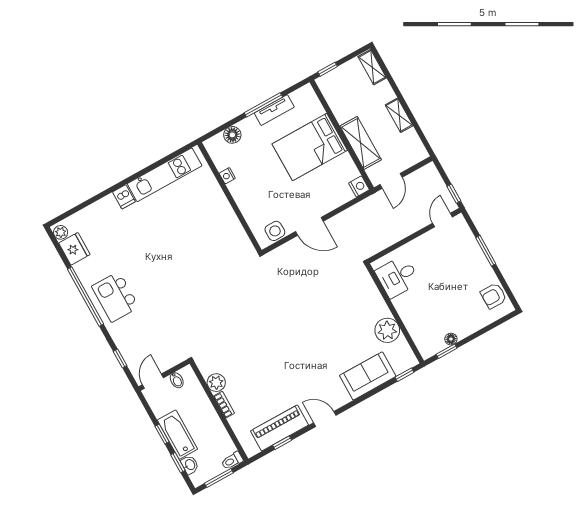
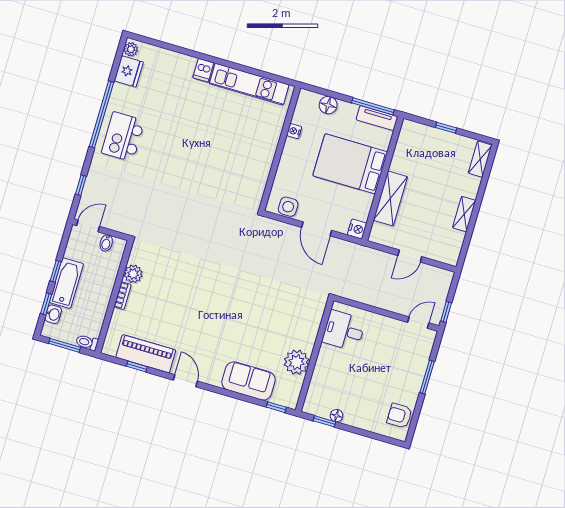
wall: (342, 135) -> (383, 179), moved
shelving: (361, 143) -> (390, 198), moved
bed: (310, 147) -> (350, 164), moved
nightstand: (359, 186) -> (357, 229), moved

